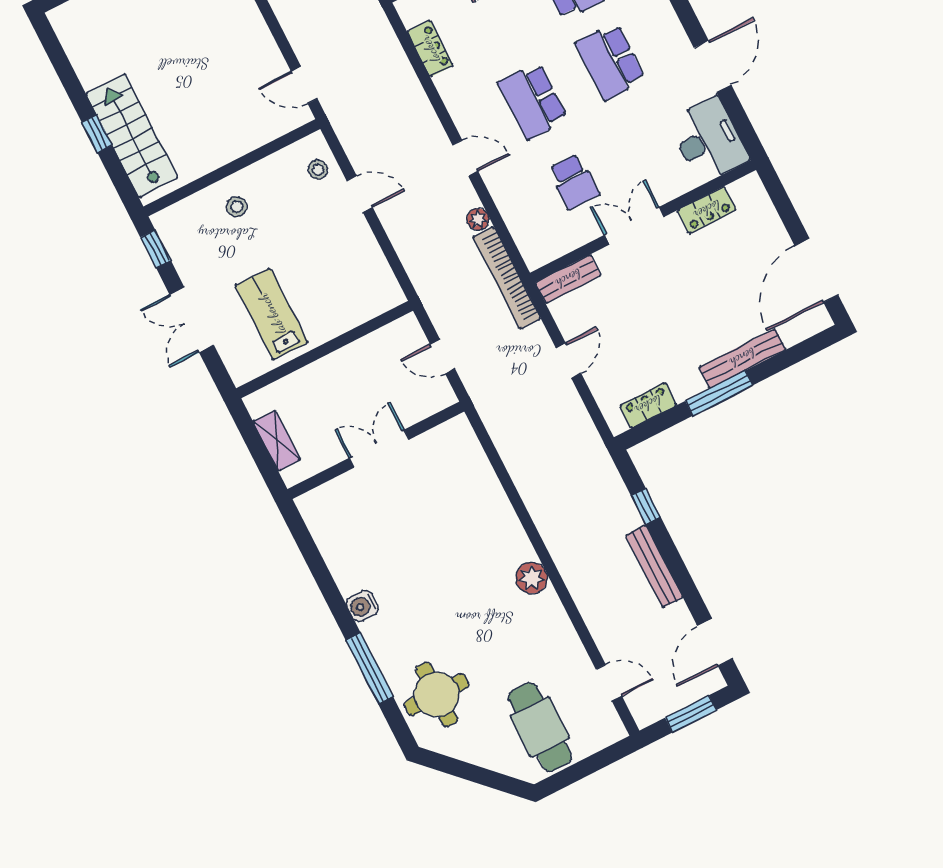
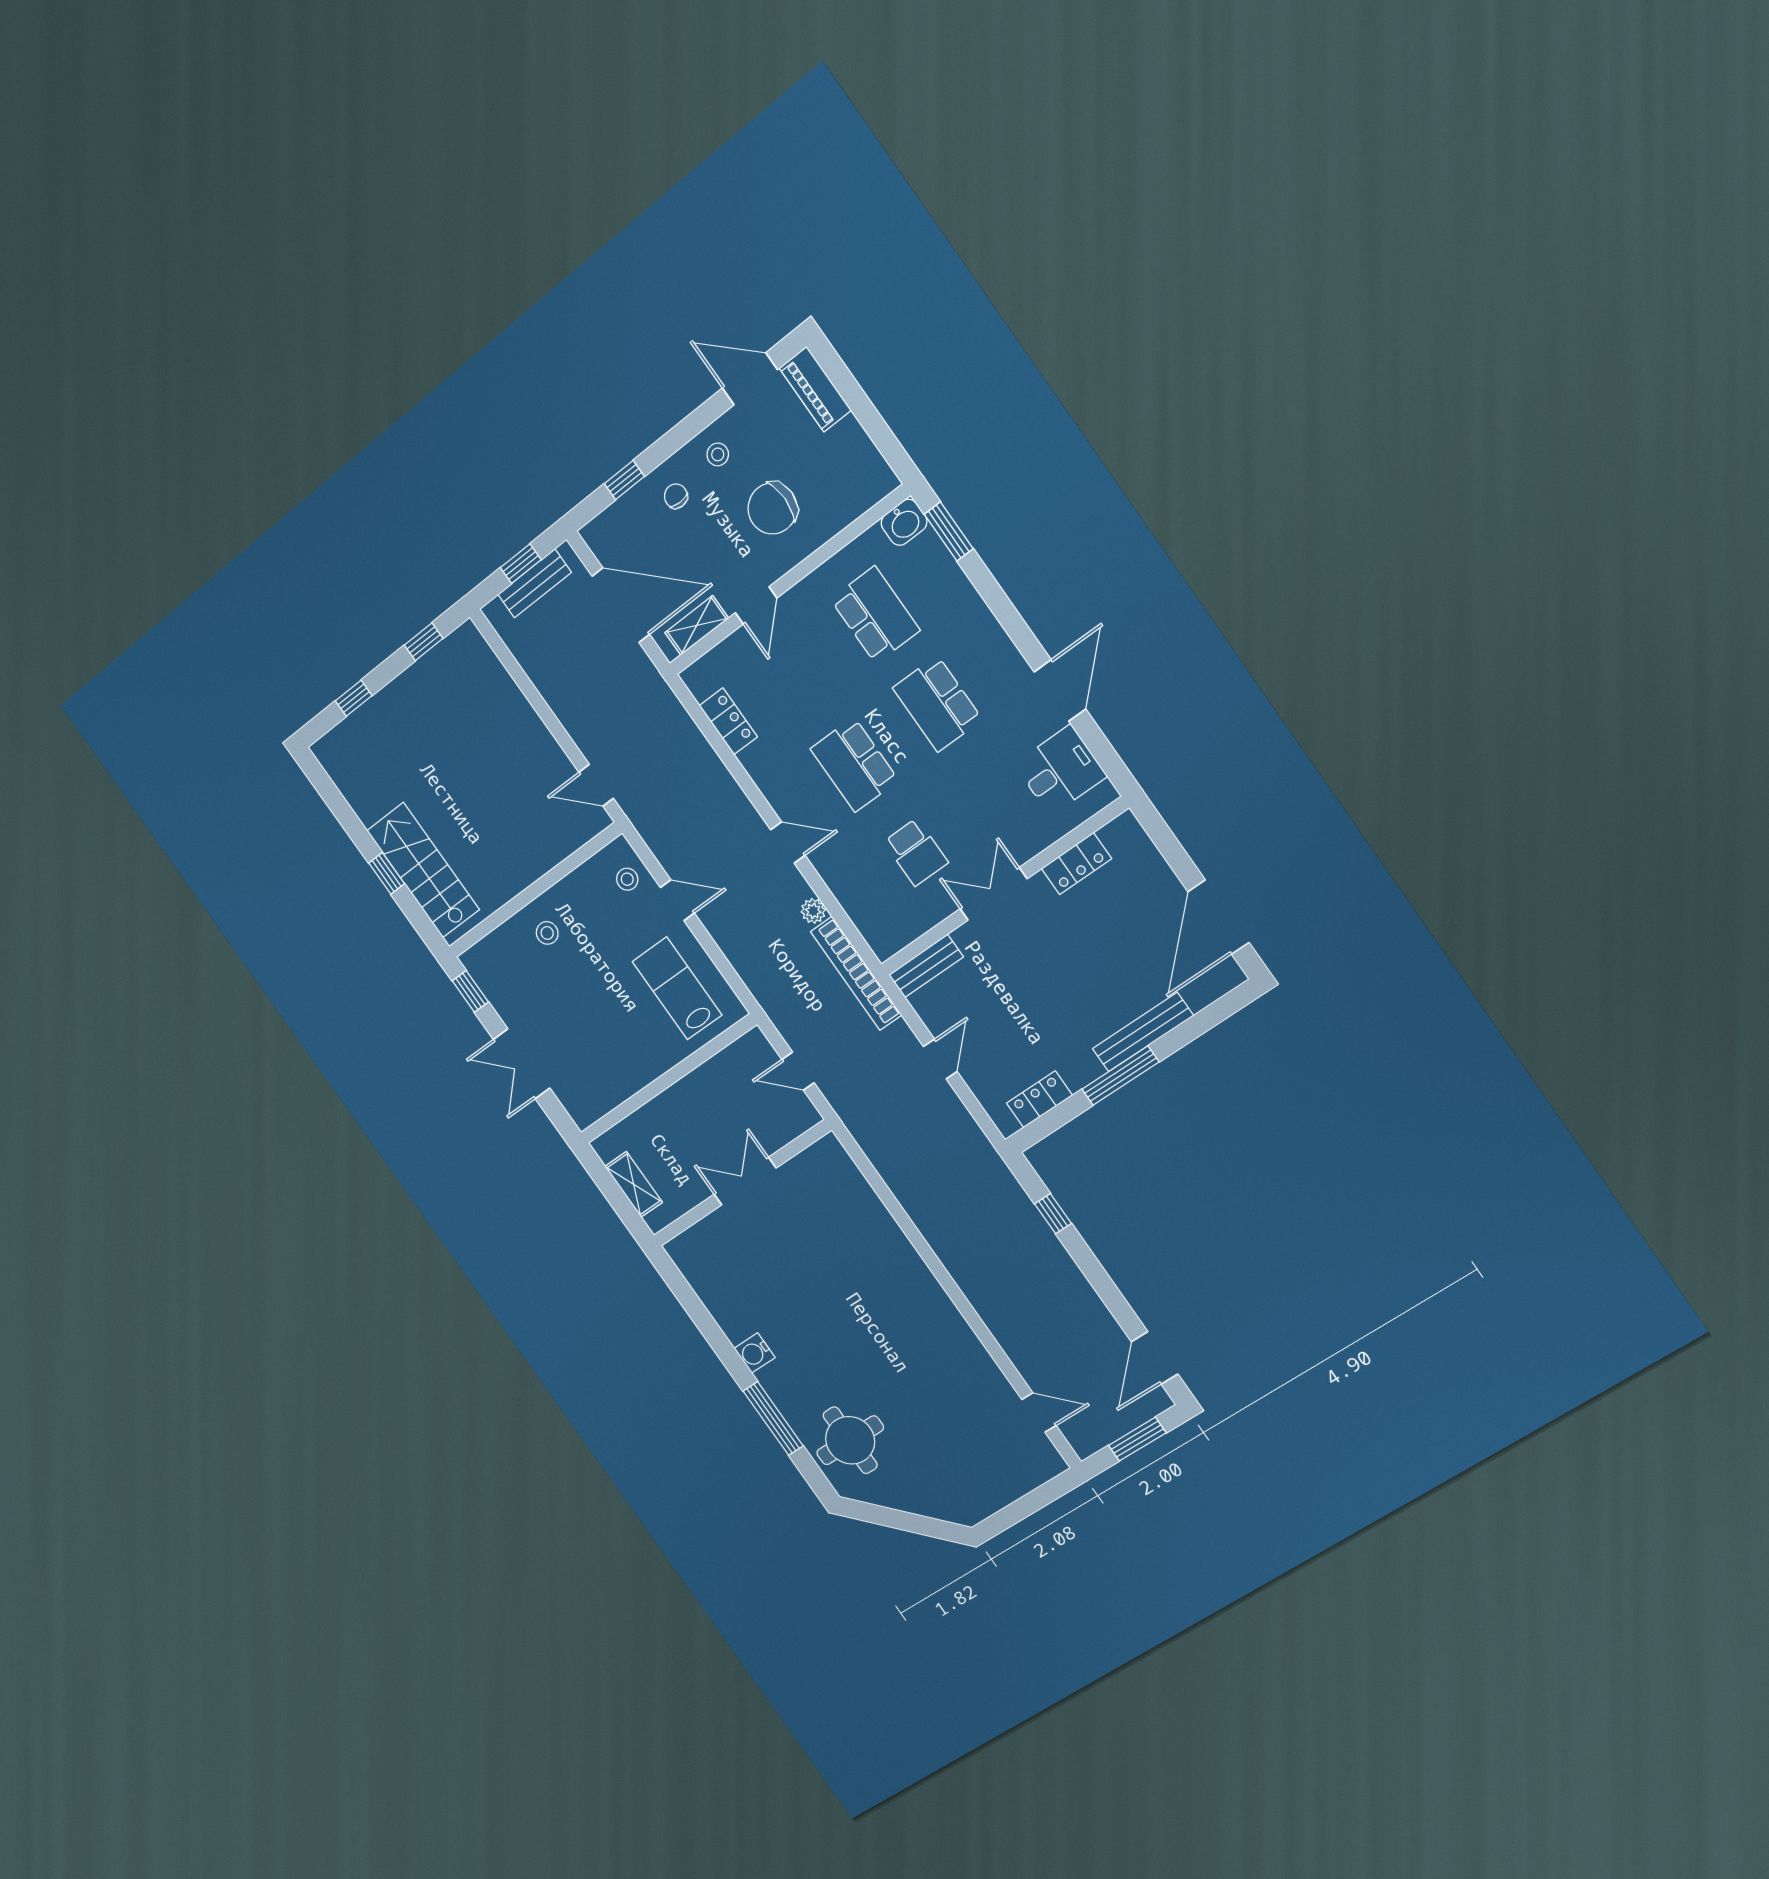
desk: (709, 140) -> (1060, 770), width x0.73
lab bench: (272, 314) -> (677, 988), moved
bench: (654, 566) -> (1072, 1280), removed
plant: (532, 578) -> (935, 1306), removed
cafe table: (540, 727) -> (969, 1466), removed

